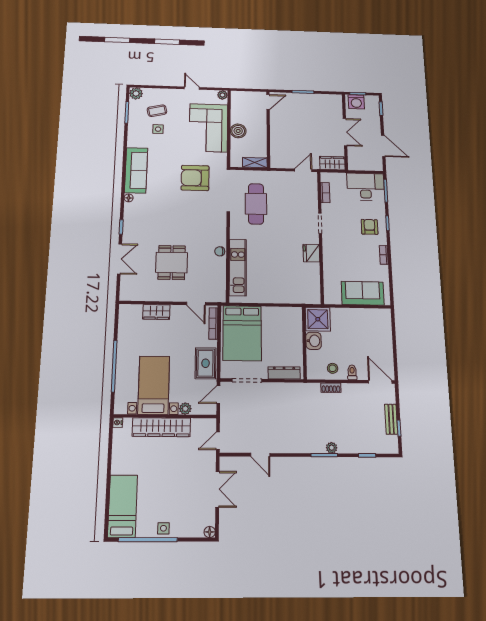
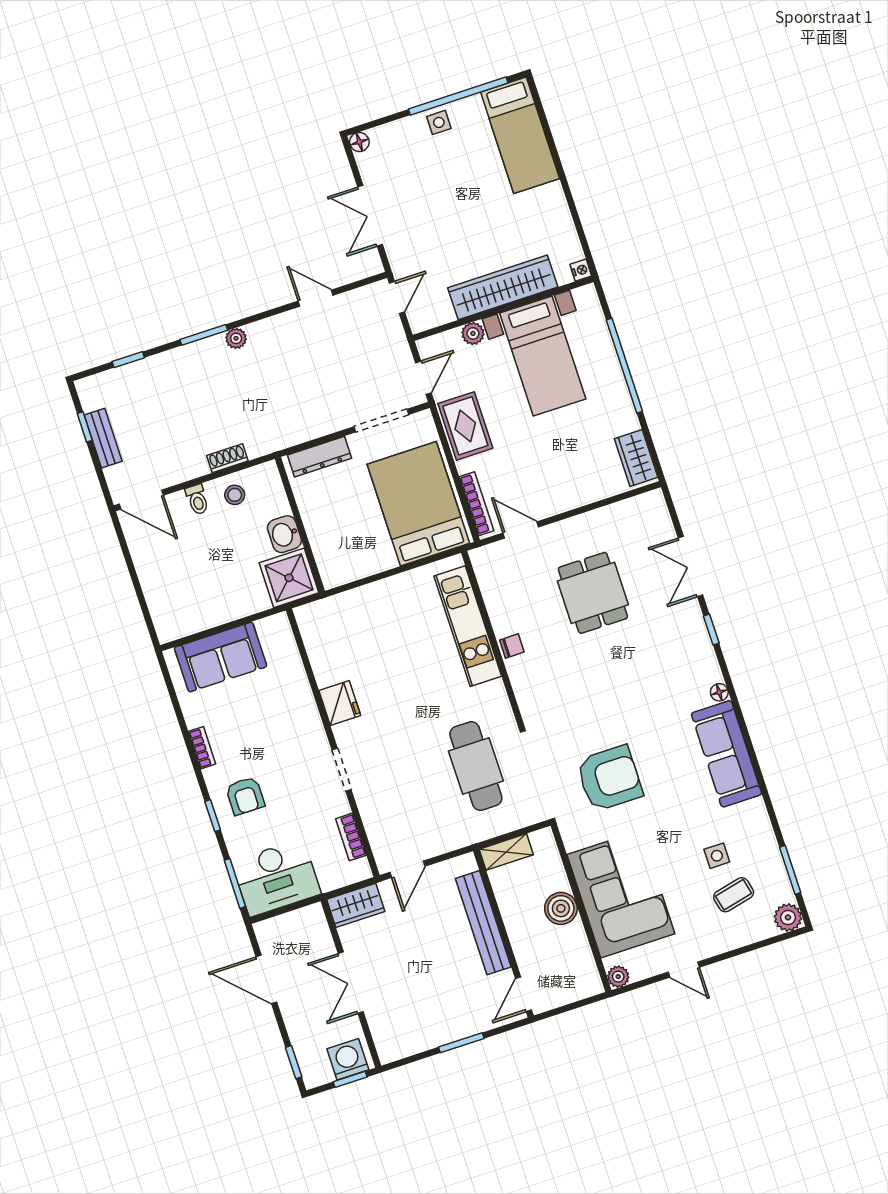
bench: (276, 137) -> (483, 923), added
wardrobe: (156, 312) -> (636, 458), moved, turned -90
plant: (332, 448) -> (236, 338), moved

